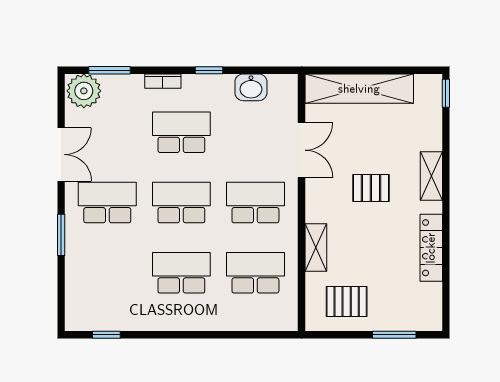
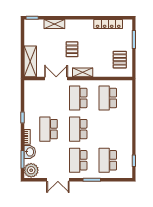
washbasin: (251, 87) -> (30, 152), moved
shelving: (359, 89) -> (30, 61), width x0.68
double door: (61, 154) -> (58, 180), swing flipped
shelving: (431, 176) -> (54, 24), moved
shelving: (316, 247) -> (83, 72), moved
locker: (431, 248) -> (108, 24), moved
school desk: (181, 273) -> (108, 160), moved

